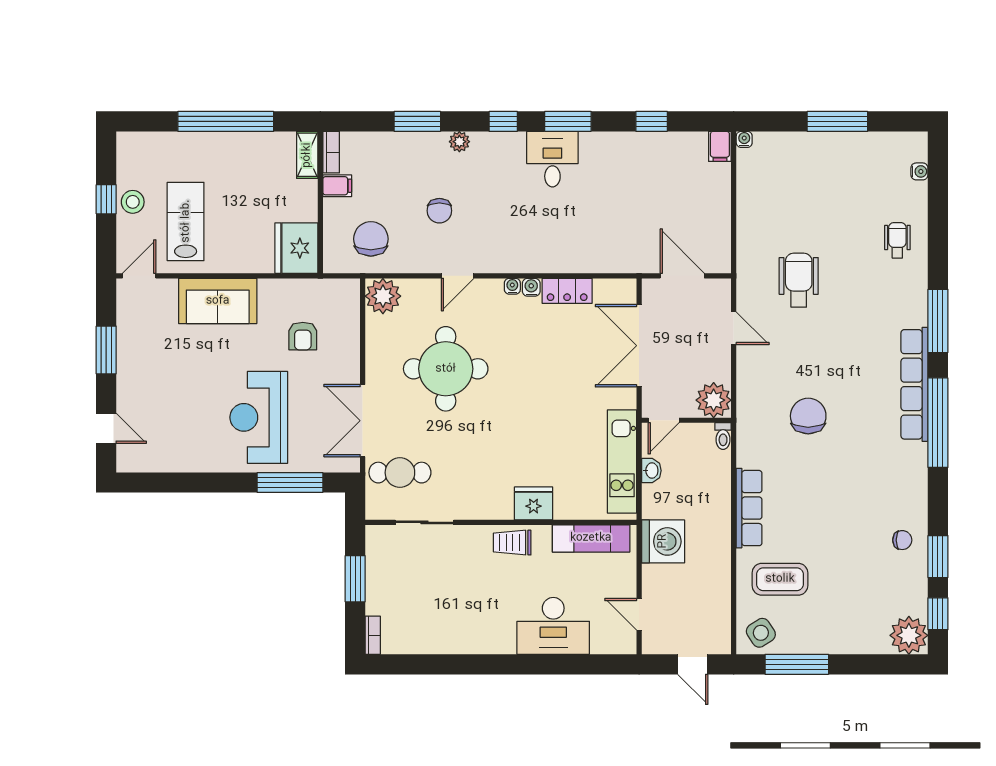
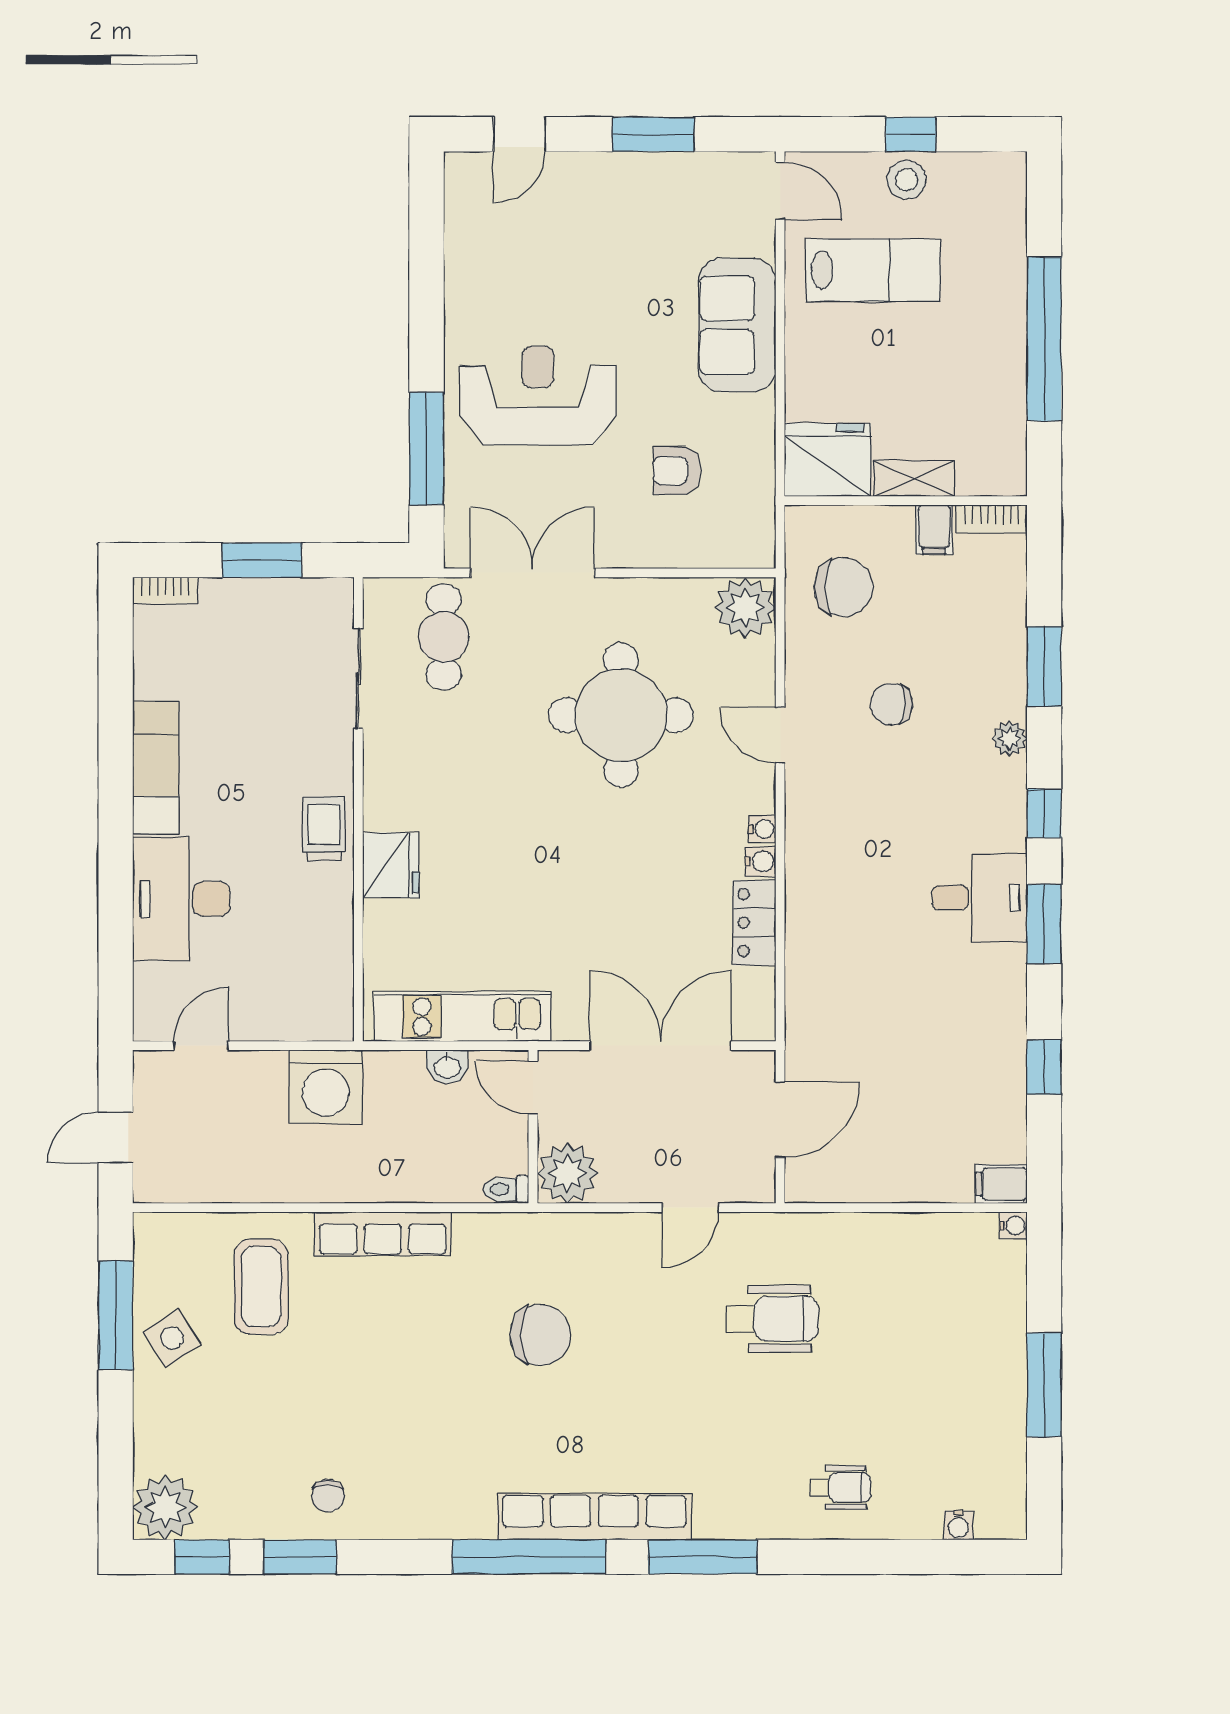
shelving: (307, 155) -> (914, 478), moved
exam couch: (591, 538) -> (156, 767), moved, turned 180
side table: (761, 633) -> (172, 1338), moved

